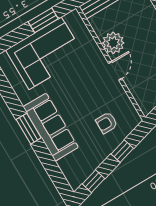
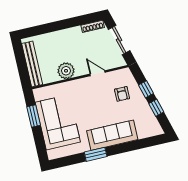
door: (115, 71) -> (97, 73), moved
window: (29, 129) -> (96, 154), moved
window: (93, 181) -> (156, 108), moved

